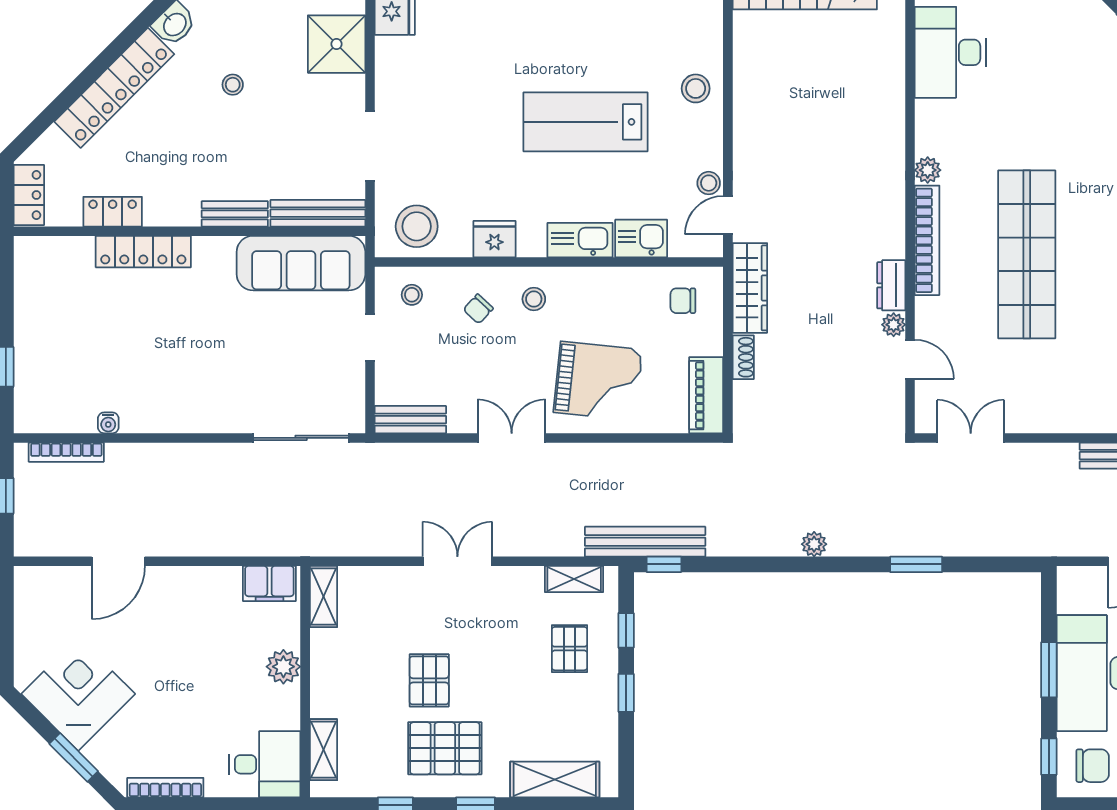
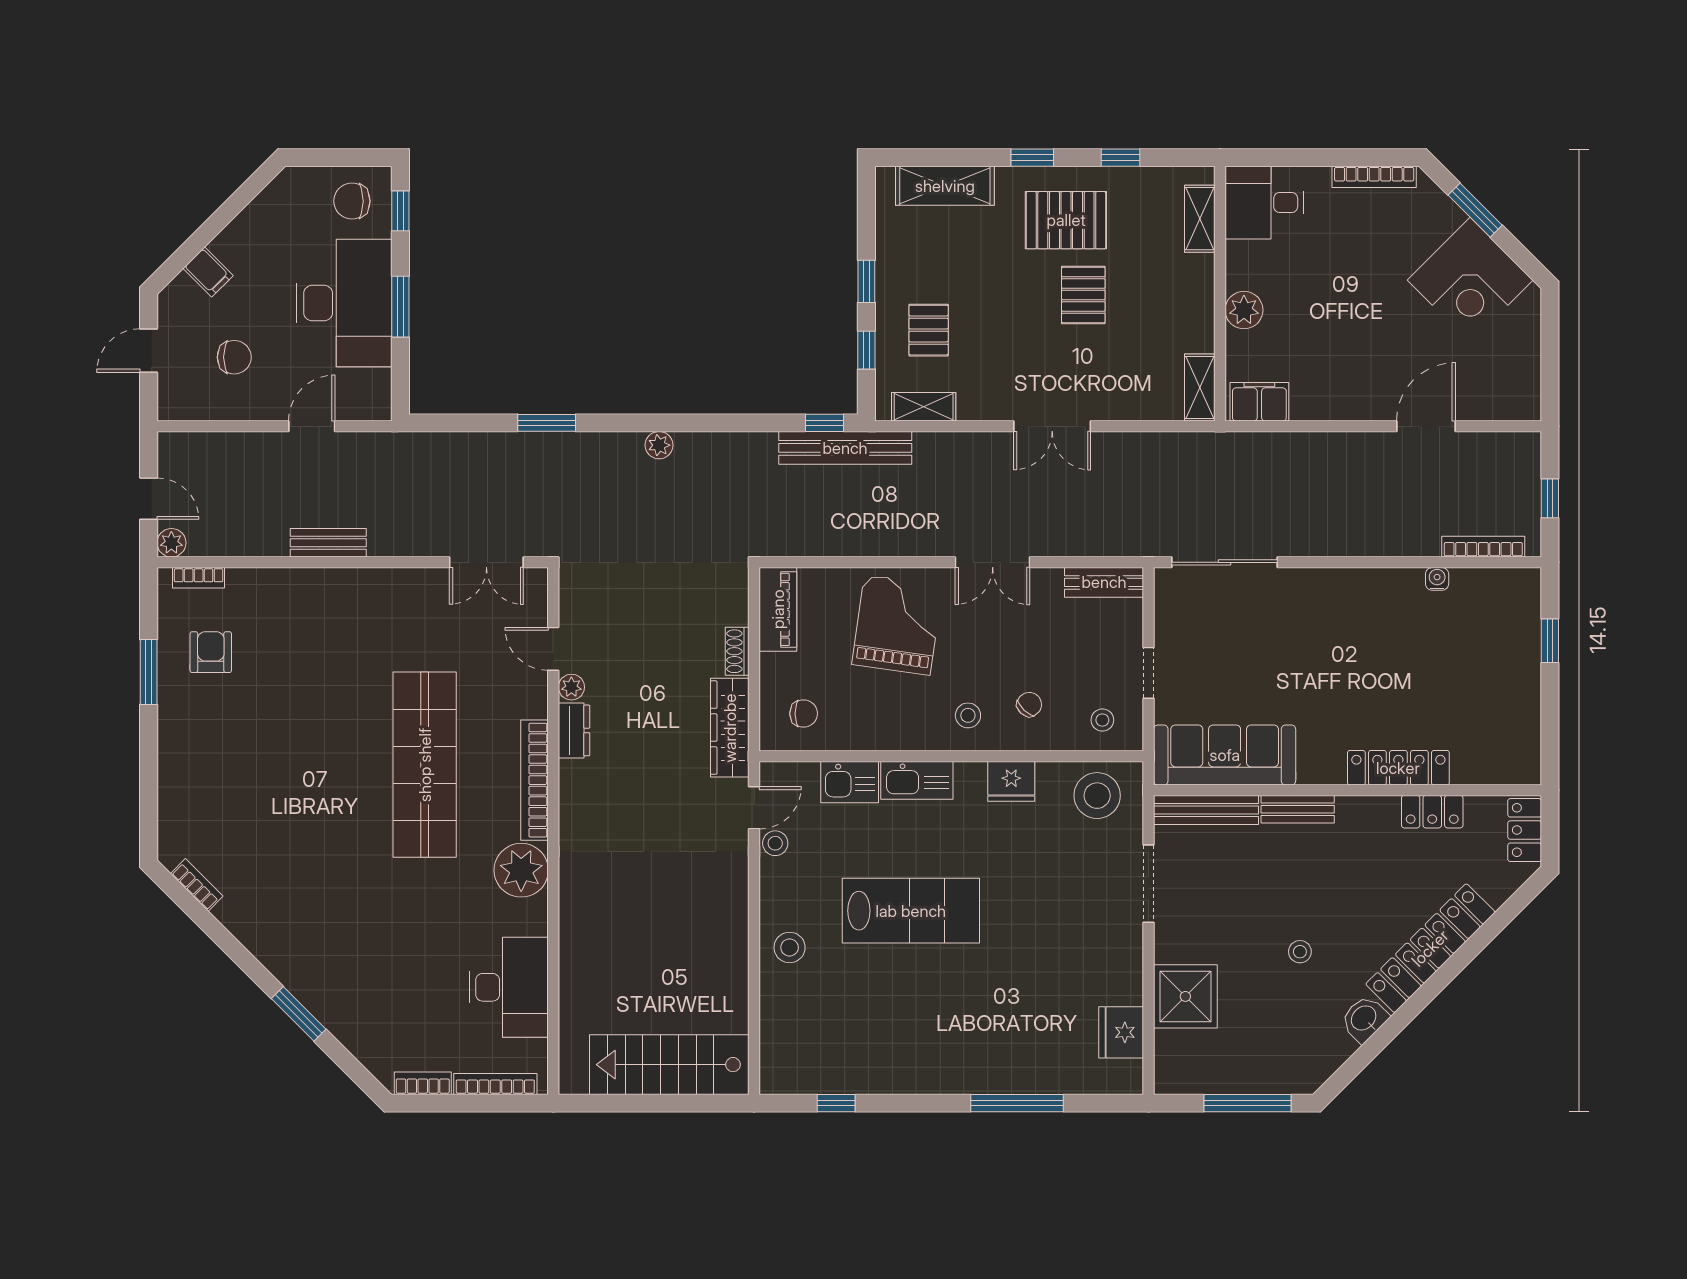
plant: (928, 170) -> (521, 870), width x1.87, depth x1.87
grand piano: (598, 381) -> (897, 625), turned 92

